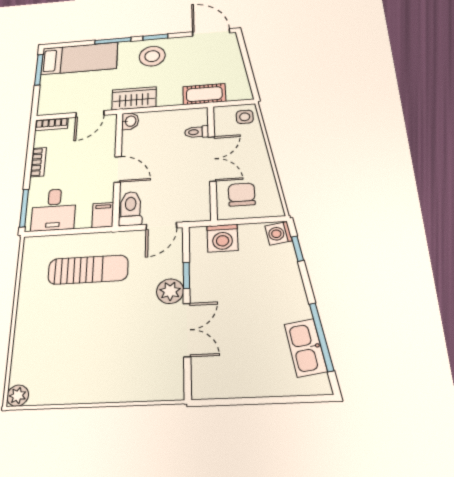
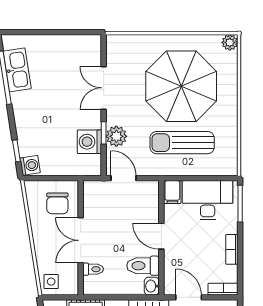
door: (90, 114) -> (189, 297), hinge flipped
toilet: (131, 209) -> (143, 266), moved, turned 90
desk: (54, 210) -> (208, 200), width x1.37
door: (161, 226) -> (124, 178), hinge flipped
washing machine: (222, 238) -> (89, 142), moved, turned -90
plant: (170, 291) -> (116, 136), moved
parasol: (85, 337) -> (181, 86), added

